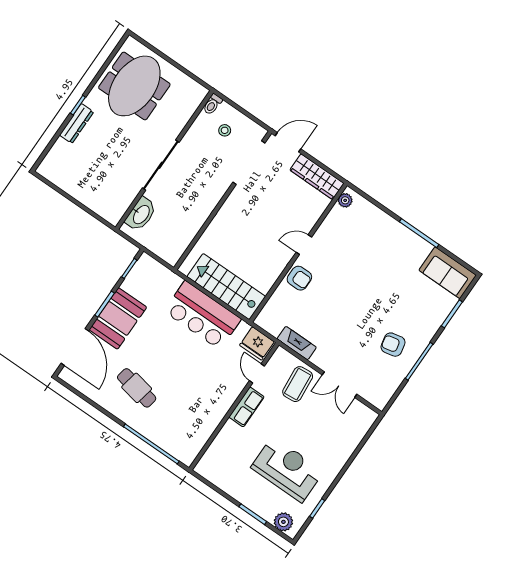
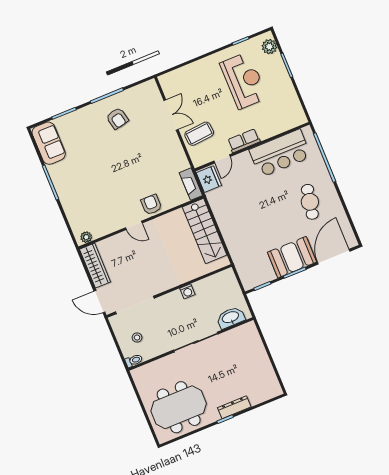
washing machine: (203, 212) -> (187, 291), added
bar counter: (203, 315) -> (280, 153), moved, turned 90
fireplace: (297, 343) -> (191, 184), moved
reception desk: (287, 469) -> (244, 80), turned 180

